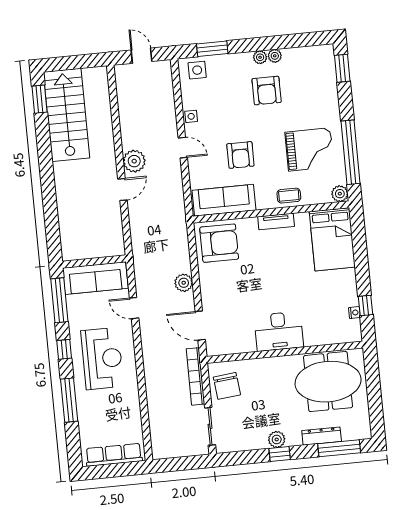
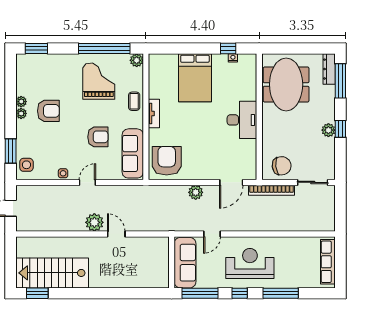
bed: (332, 239) -> (195, 78), moved, turned 90
dresser: (322, 436) -> (329, 69), moved

